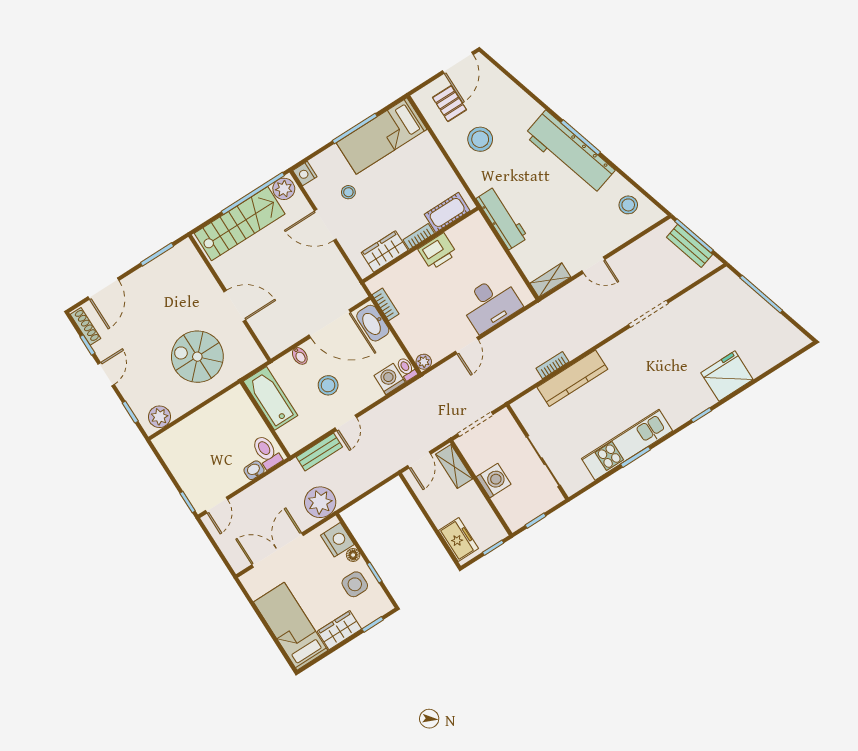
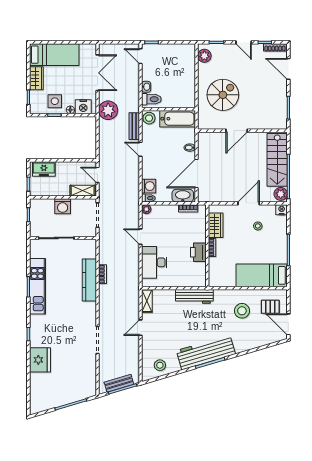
bed: (382, 136) -> (262, 275), moved, turned -90
cot: (447, 212) -> (215, 270), removed
stool: (328, 385) -> (149, 118), moved

